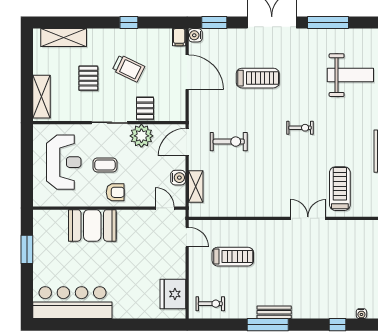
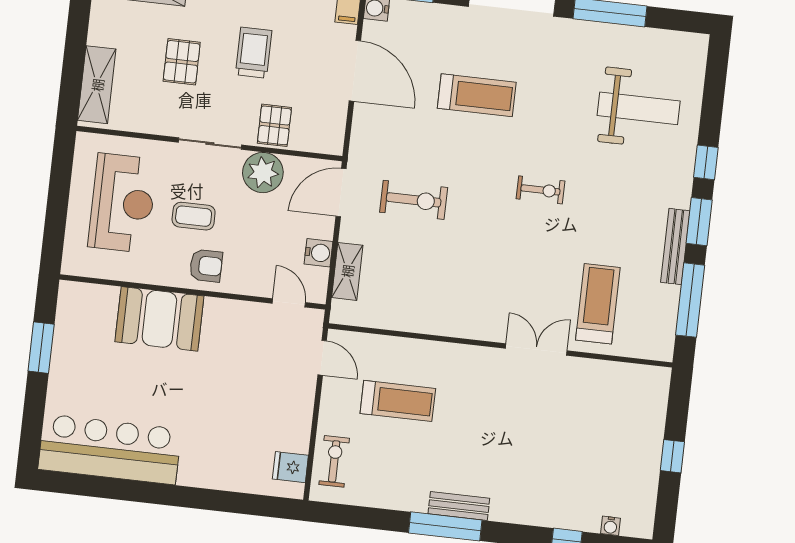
trolley: (128, 68) -> (254, 53), turned -116
fridge: (173, 294) -> (290, 467), width x0.53, depth x0.75
exercise bike: (210, 304) -> (334, 461), moved, turned -90

